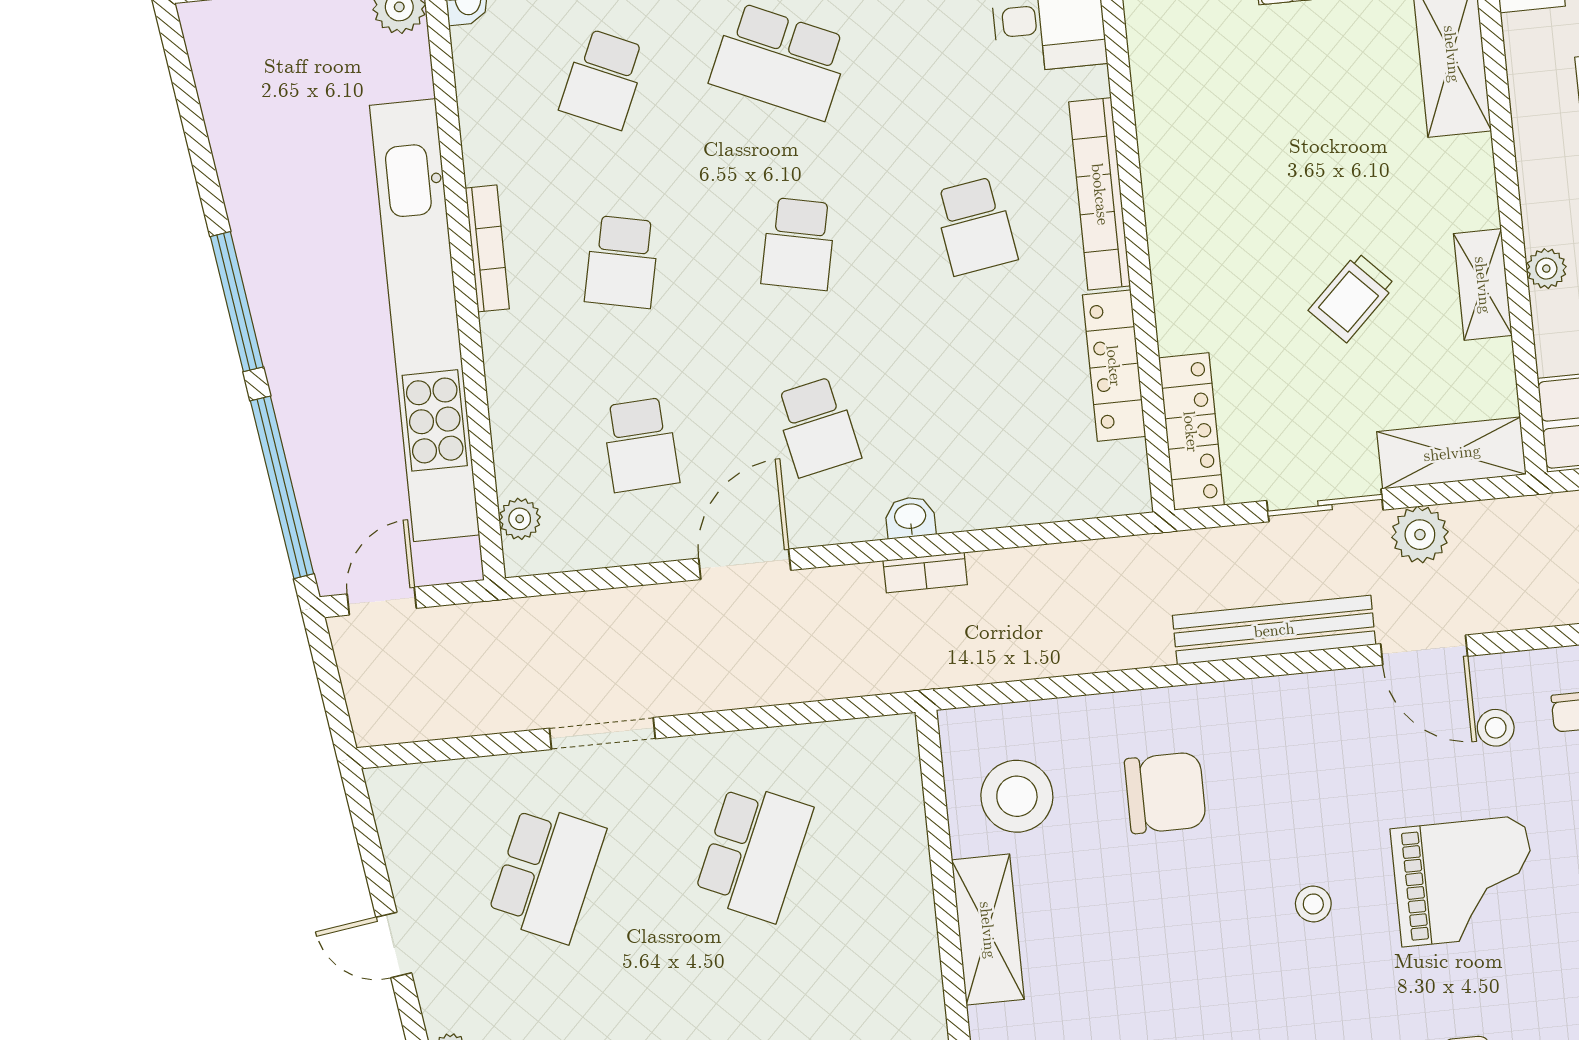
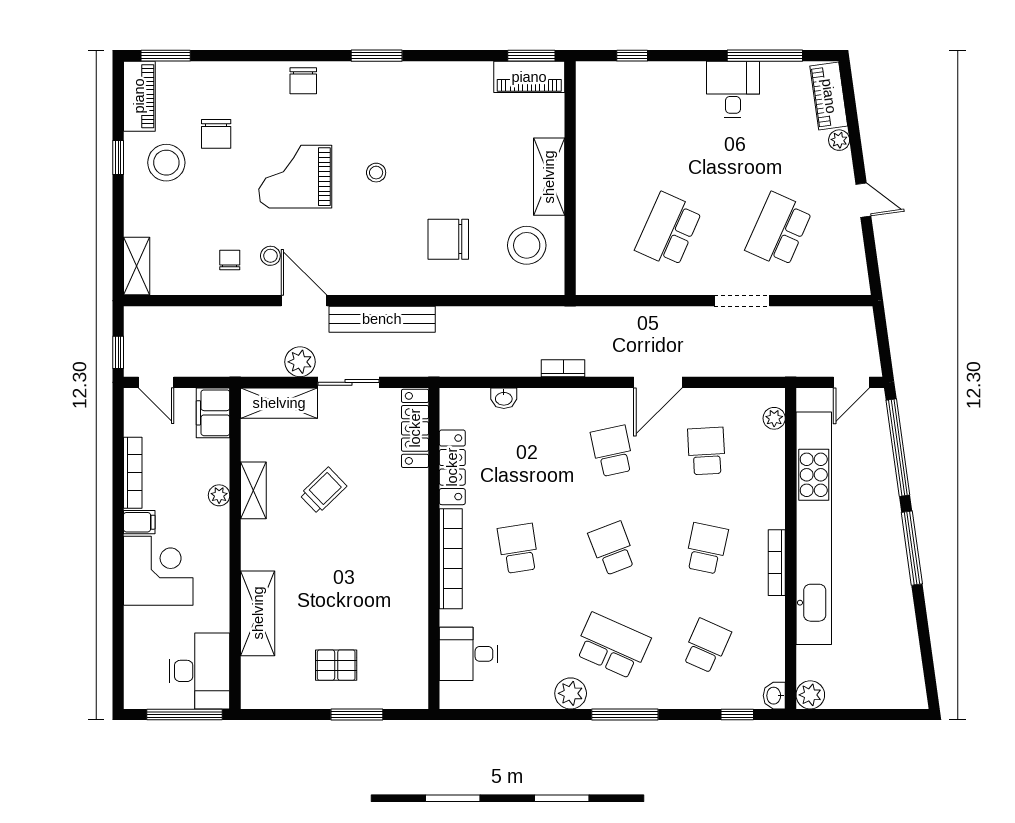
school desk: (799, 244) -> (612, 548), turned -33
washbasin: (910, 517) -> (504, 398), moved

